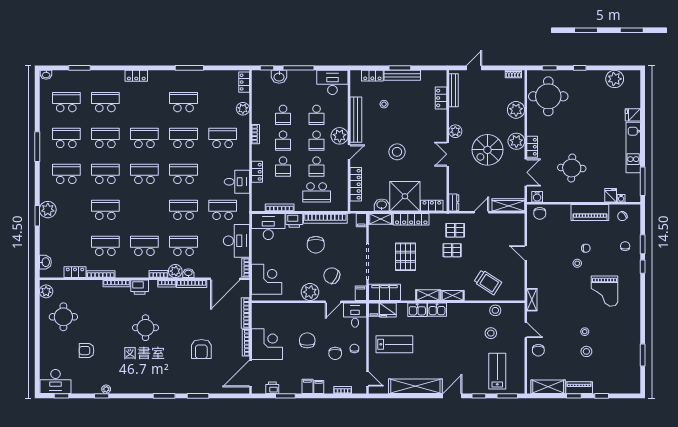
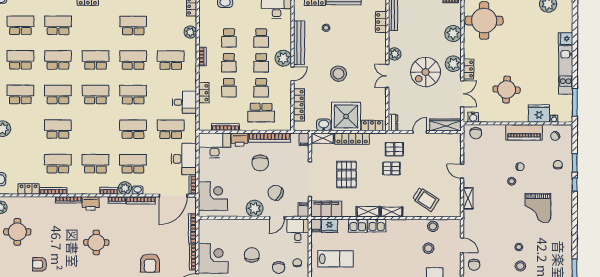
fridge: (611, 195) -> (539, 113), width x1.88, depth x1.34
shelving: (532, 300) -> (468, 198), moved

